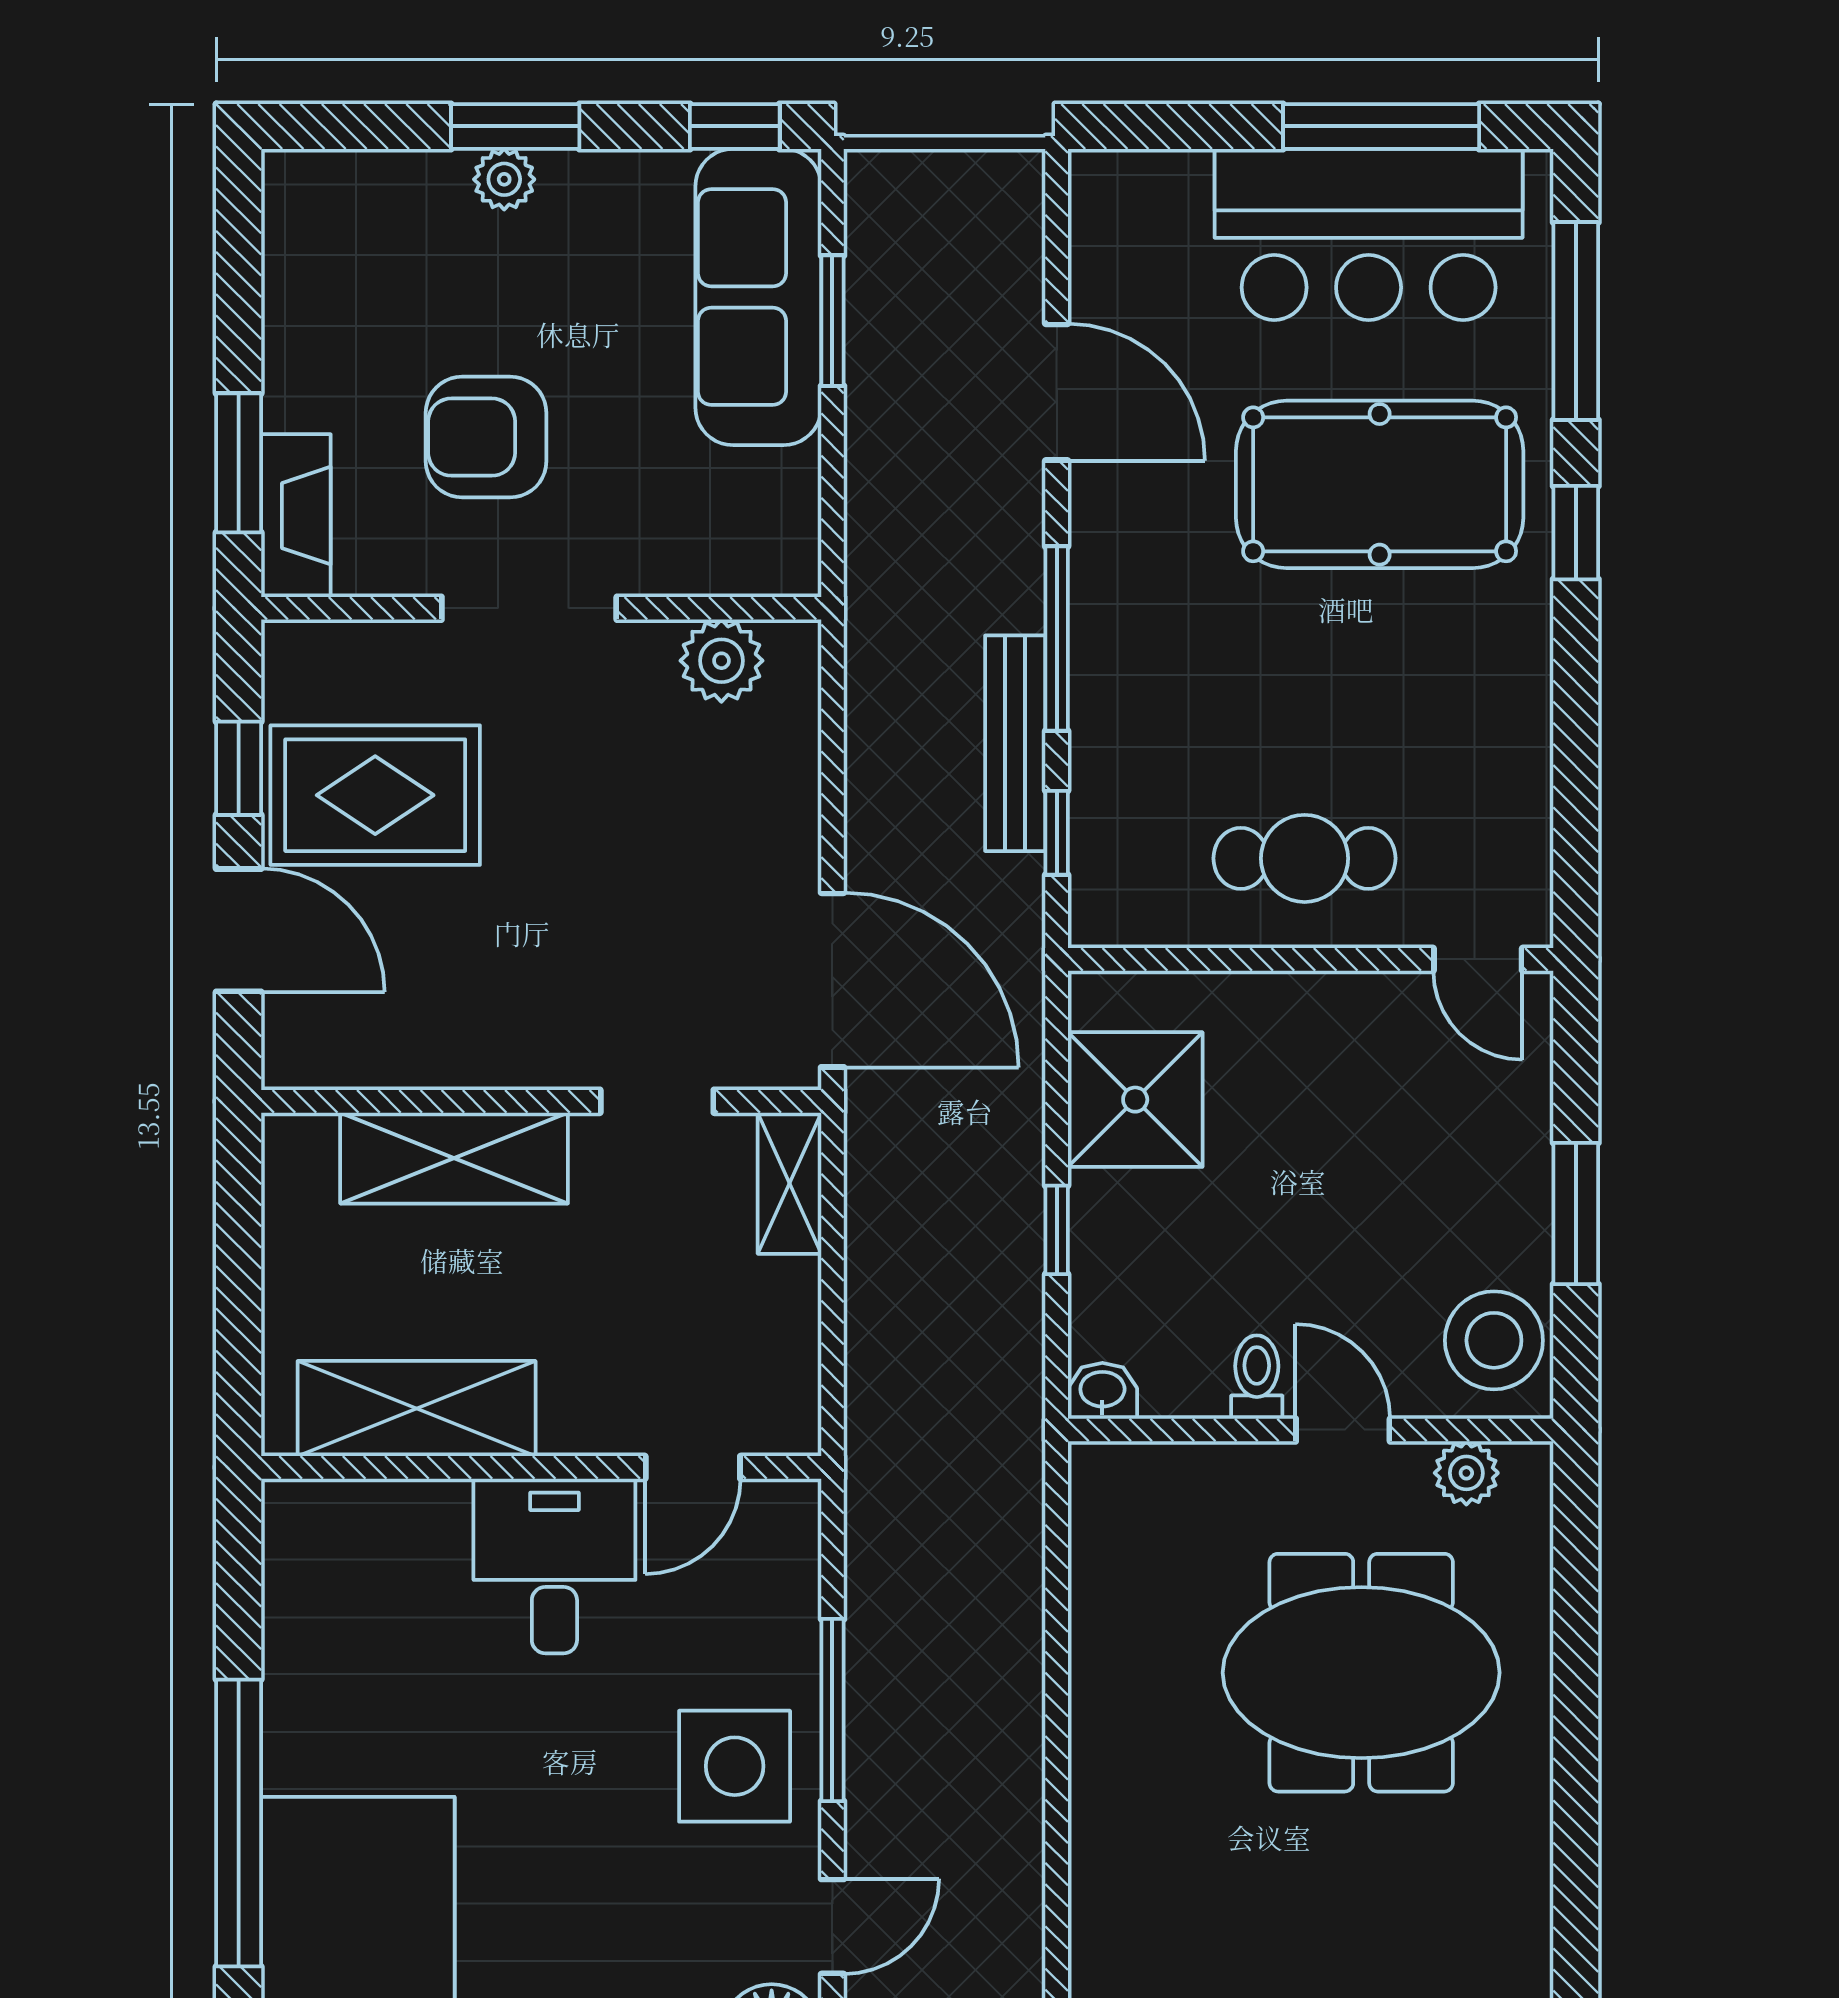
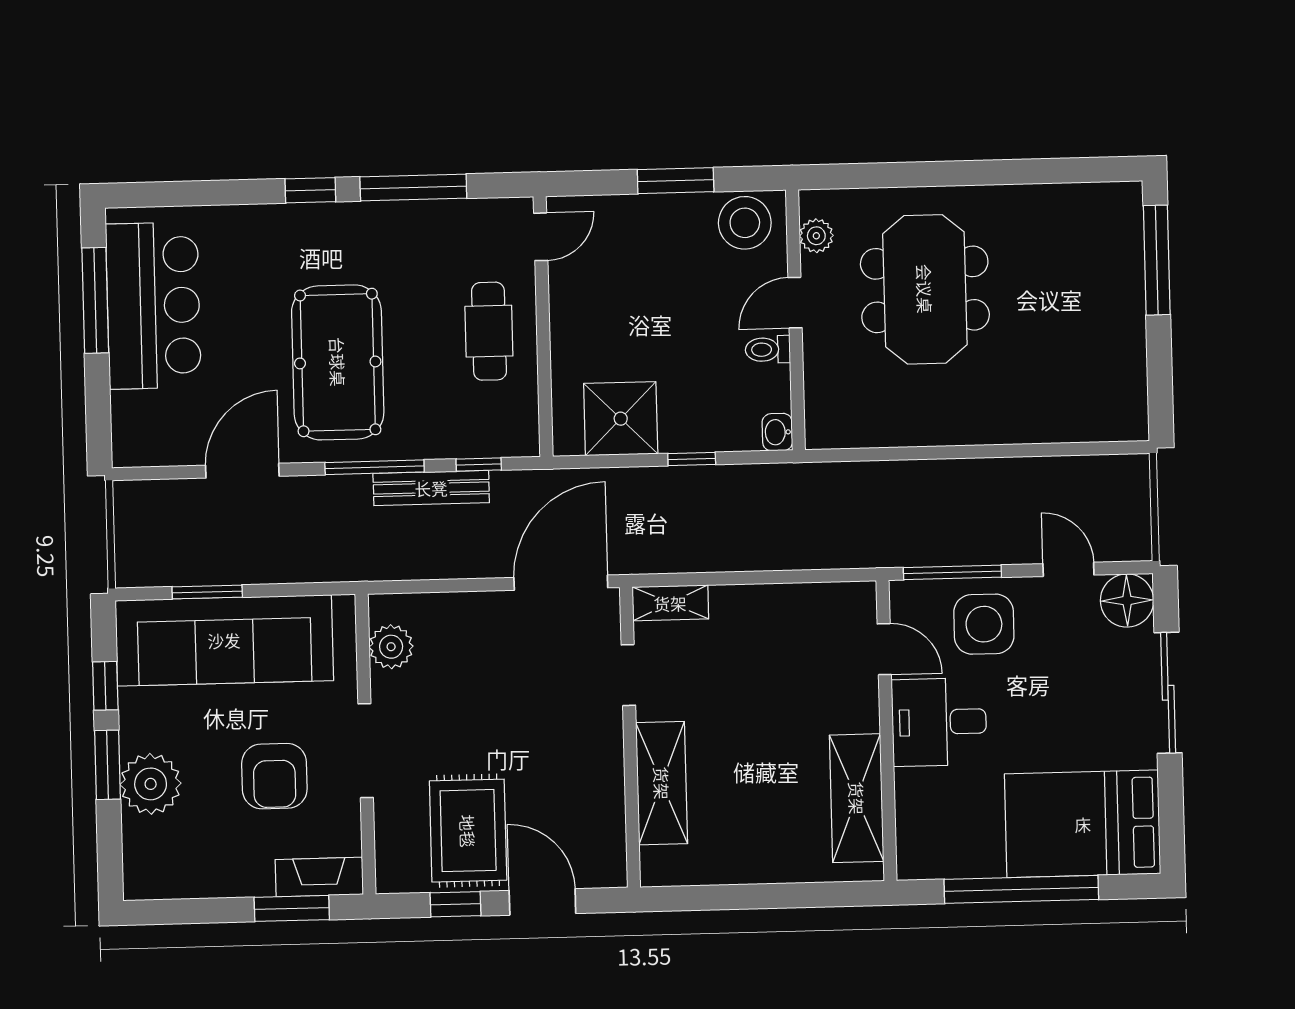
window: (735, 126) -> (105, 686), moved
plant: (504, 179) -> (151, 784), width x1.87, depth x1.87
sofa: (758, 297) -> (224, 640), width x1.36, depth x1.27
window: (1576, 321) -> (413, 188), moved
pool table: (1380, 484) -> (338, 362), moved
door: (239, 930) -> (542, 902), hinge flipped
shelving: (417, 1409) -> (857, 798), moved
wall: (541, 1467) -> (886, 731), moved
door: (693, 1467) -> (884, 649), moved
desk: (554, 1566) -> (939, 722), moved

